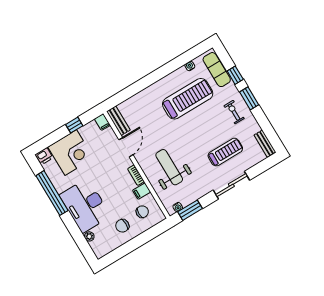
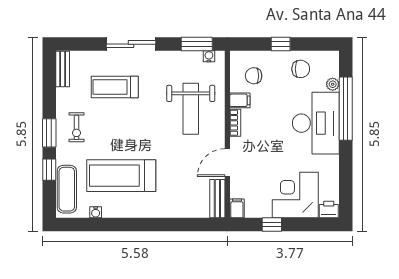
window: (52, 193) -> (346, 109), moved
chair: (122, 226) -> (301, 69), moved
window: (137, 242) -> (281, 44), added

